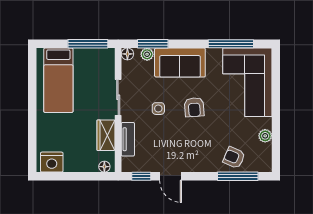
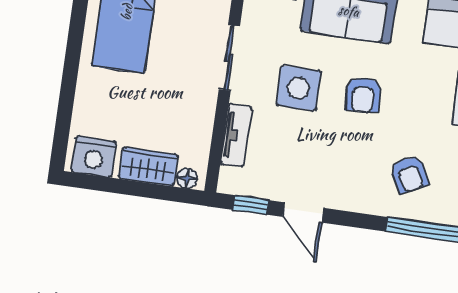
side table: (158, 109) -> (298, 88), width x1.87, depth x1.87
wardrobe: (106, 135) -> (148, 167), moved, turned 90
armchair: (234, 158) -> (410, 174), moved, turned -139

